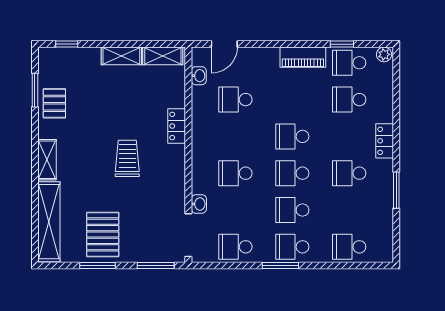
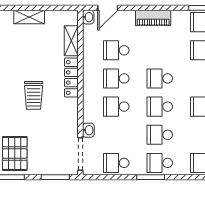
shelving: (163, 56) -> (71, 41), moved, turned 90
piano: (303, 57) -> (153, 18), moved
washbasin: (199, 76) -> (88, 17), moved
locker: (177, 126) -> (71, 78), width x1.53
school desk: (235, 136) -> (116, 78), added
trolley: (127, 158) -> (34, 95), turned 180

